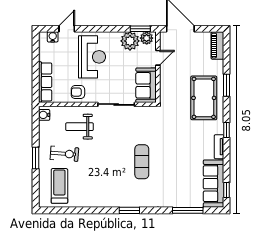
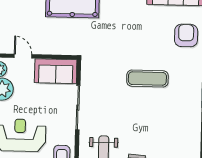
armchair: (178, 193) -> (186, 35), added

